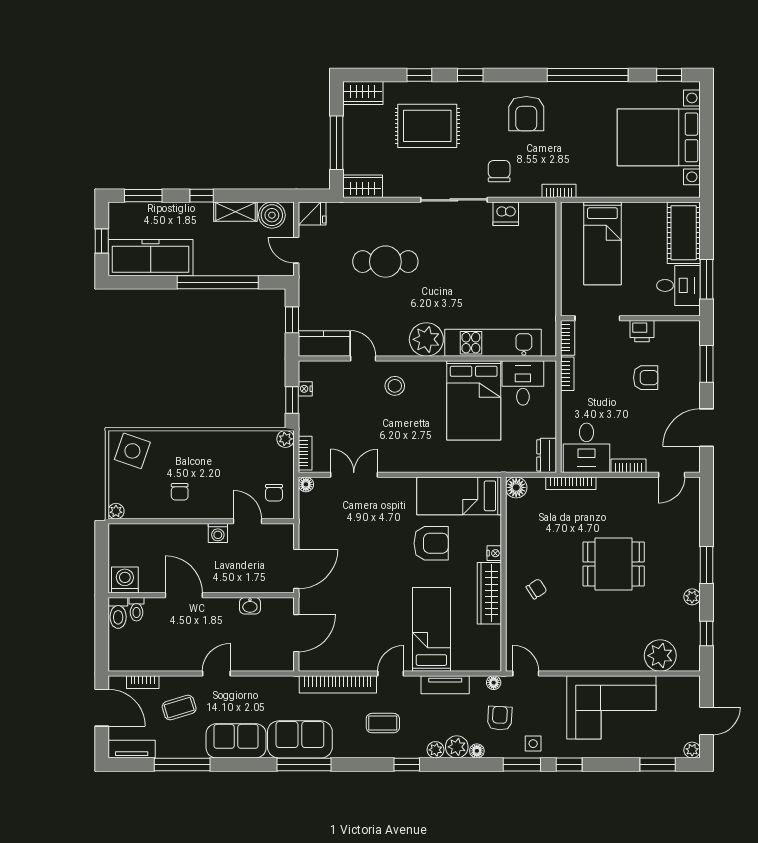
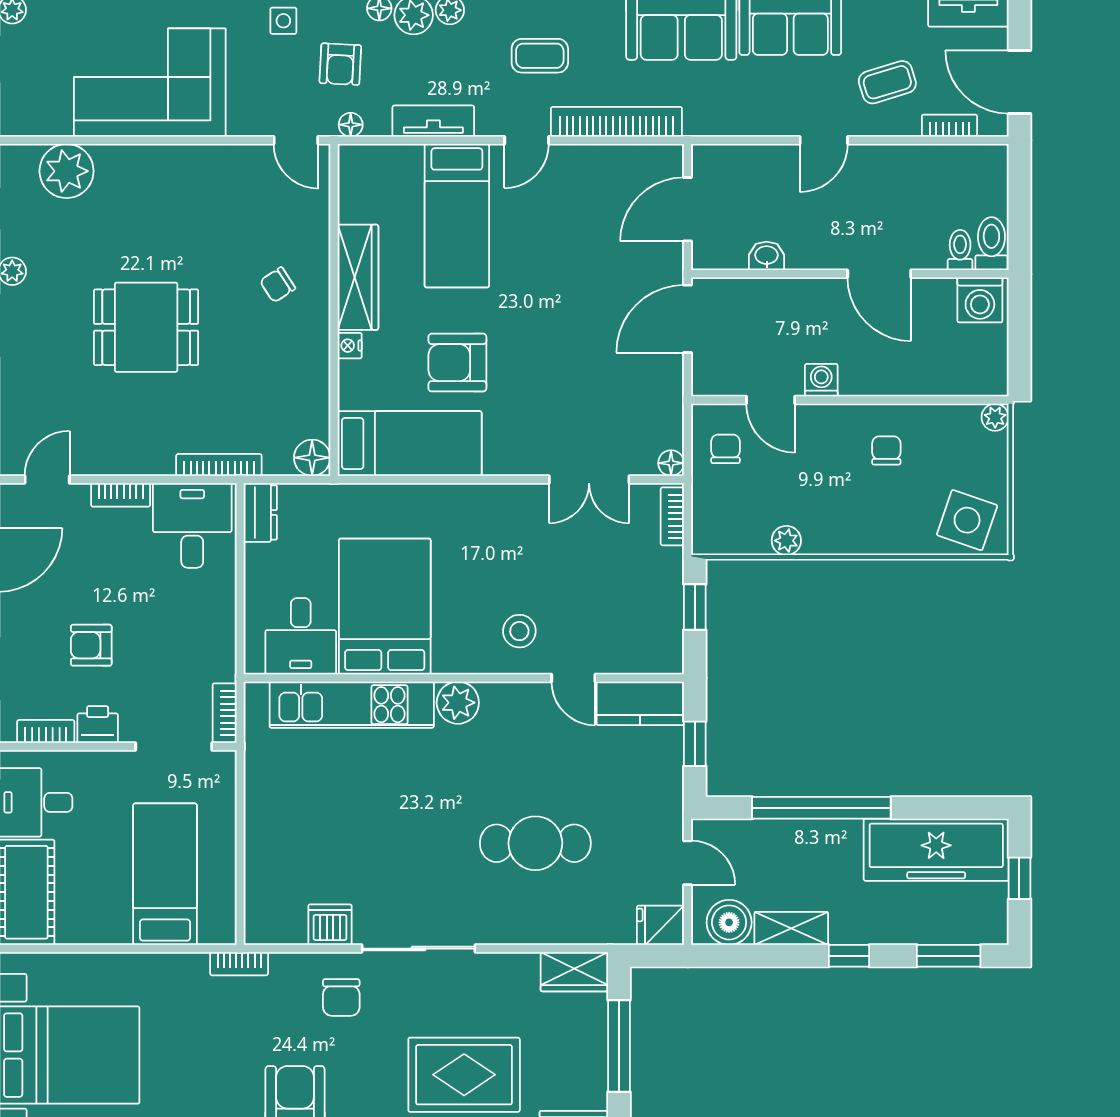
plant: (426, 339) -> (458, 703), width x0.73, depth x0.73
bookcase: (567, 374) -> (46, 731), moved, turned 90
nightstand: (305, 389) -> (672, 626), removed
plant: (286, 439) -> (786, 541), moved

